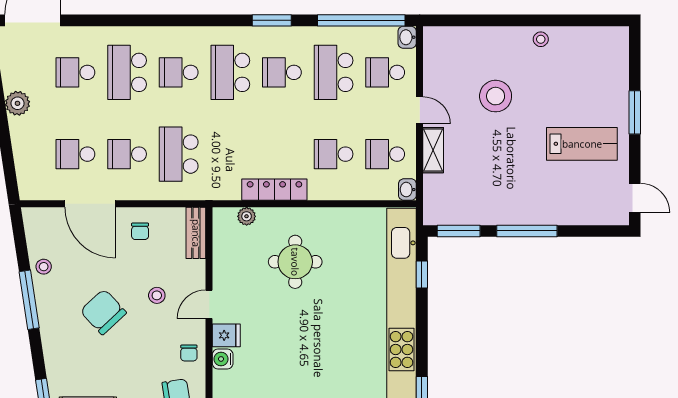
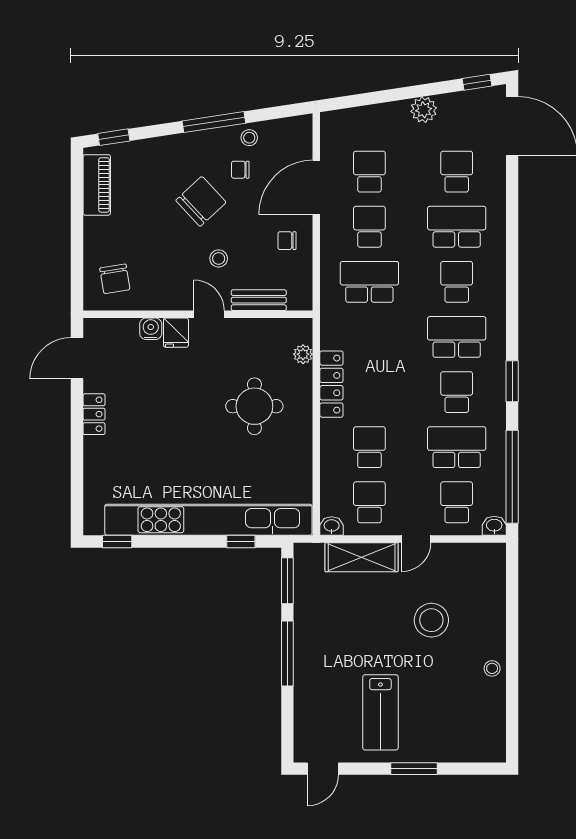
shelving: (433, 150) -> (362, 557), width x1.50, depth x1.33
bench: (196, 233) -> (259, 300), moved
chair: (189, 353) -> (240, 170), moved

